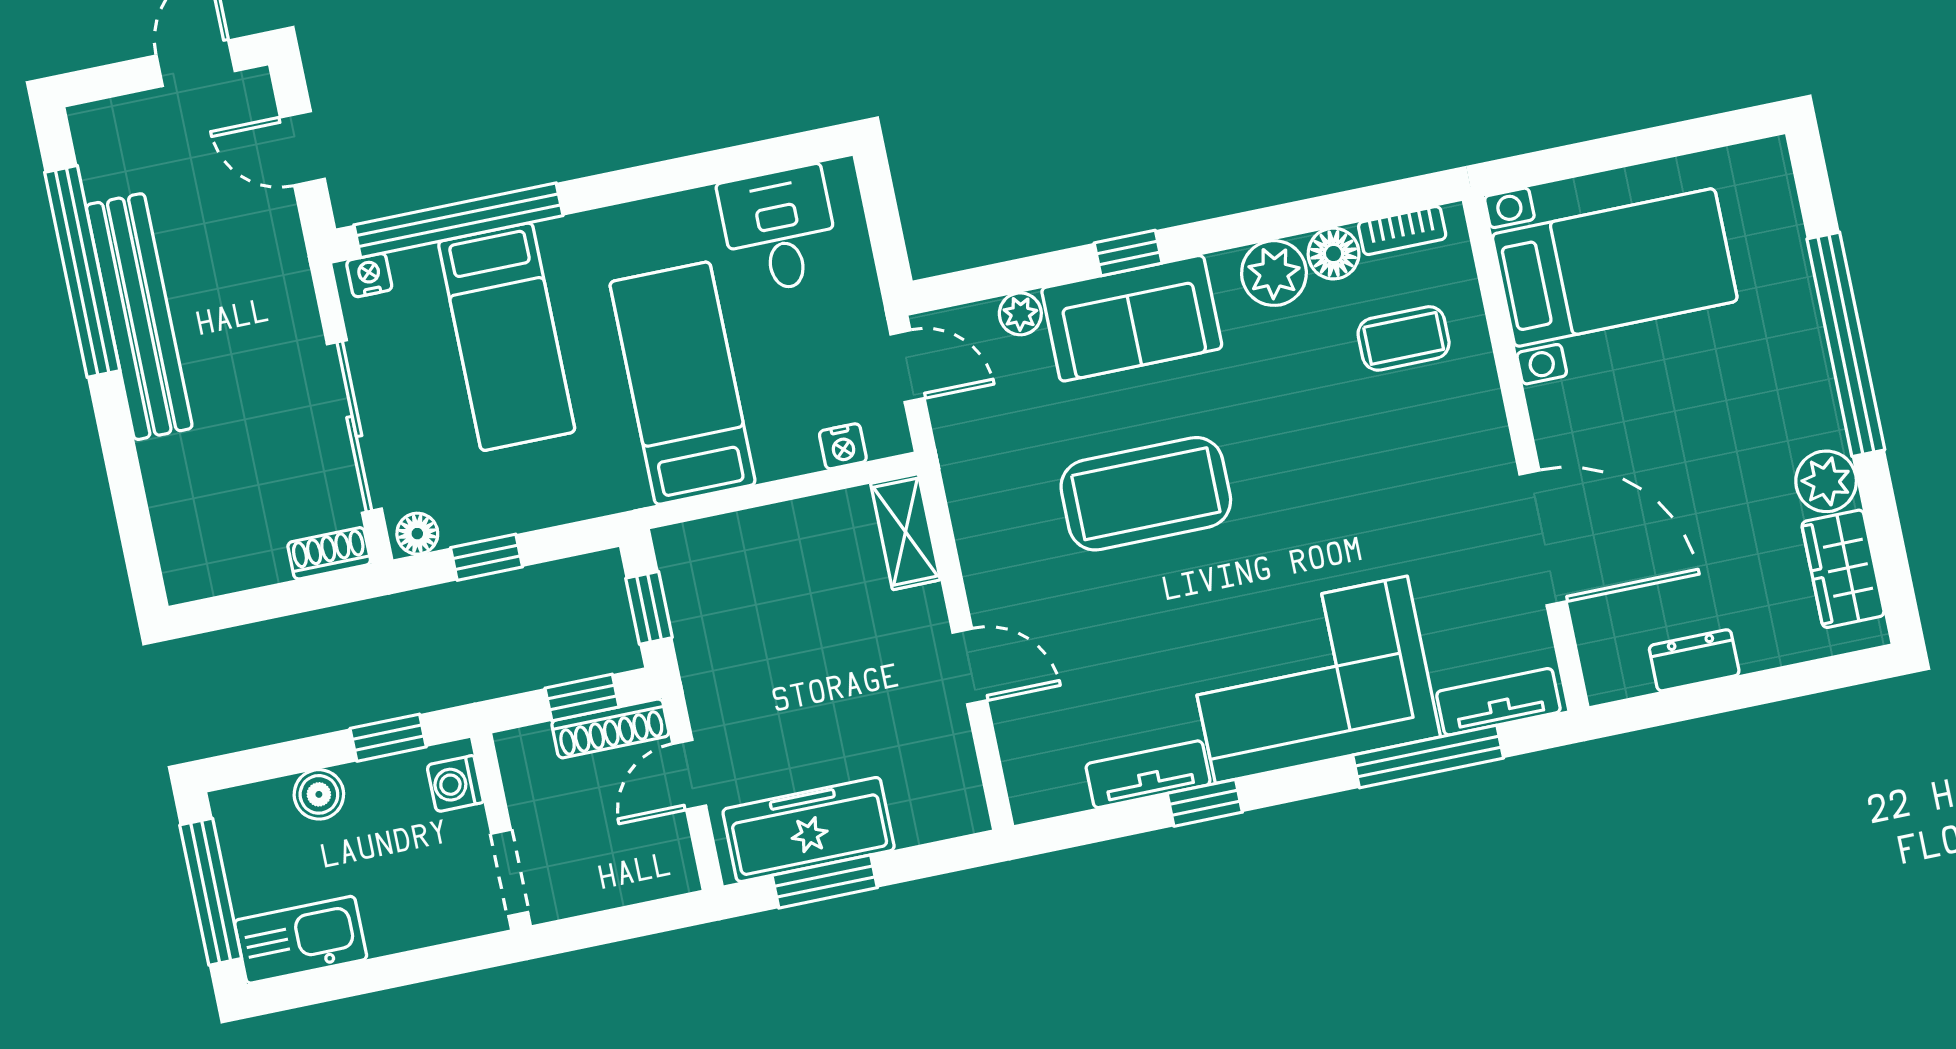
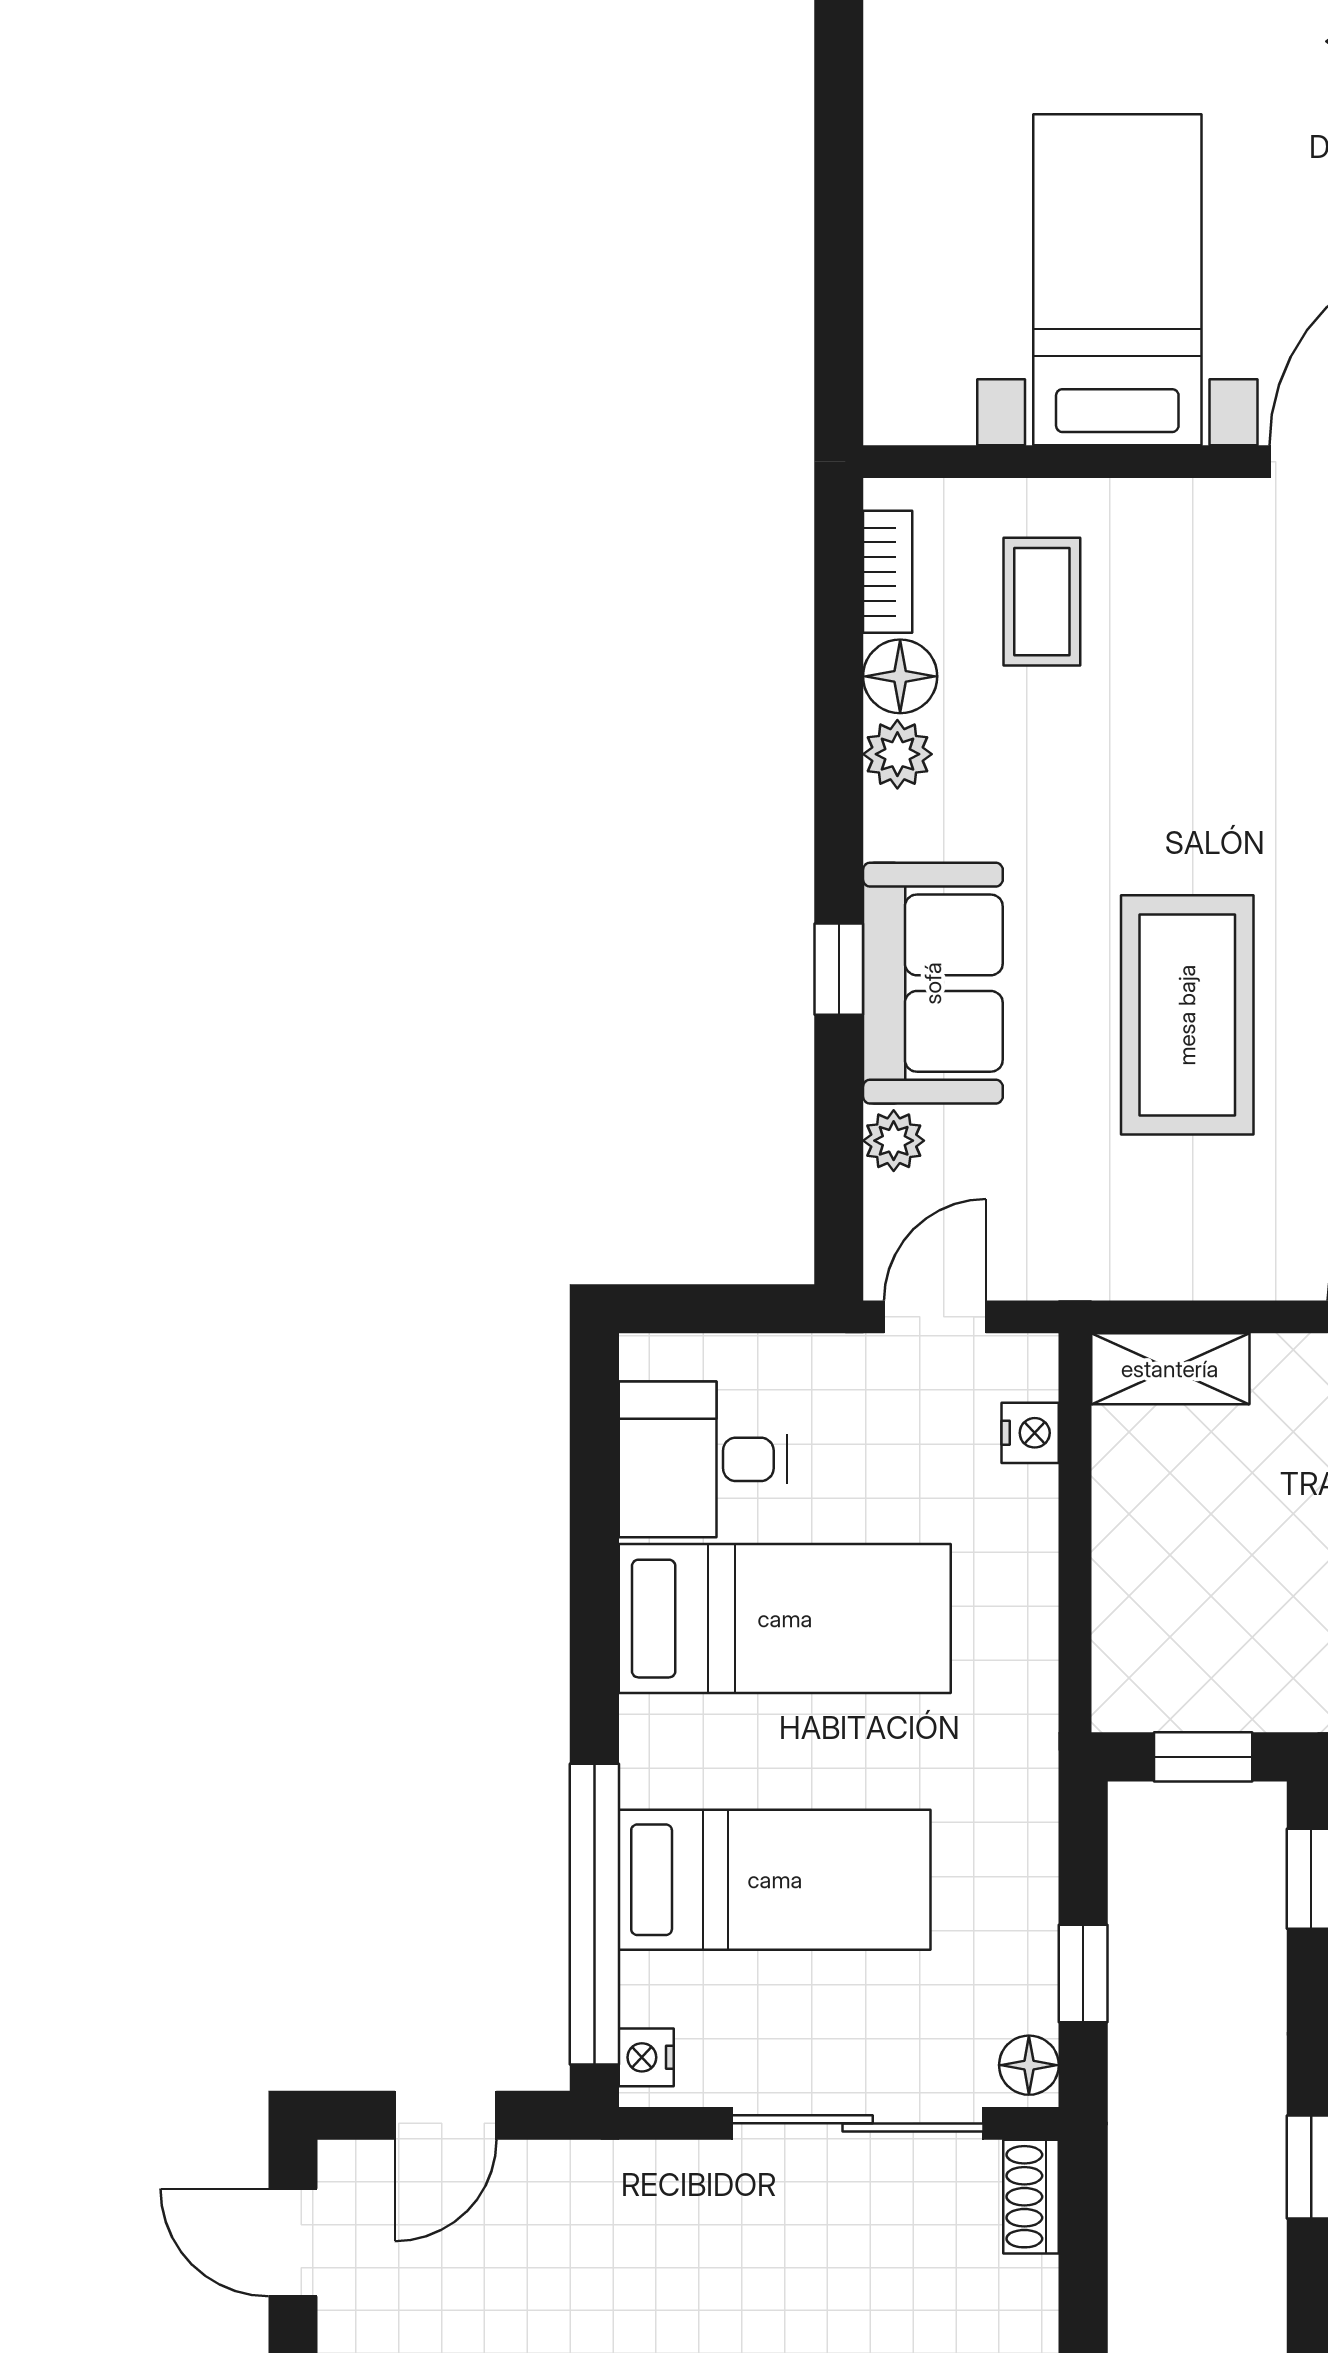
bed with nightstands: (1615, 268) -> (1117, 280), moved
plant: (1274, 273) -> (897, 754), width x0.73, depth x0.73
bed: (683, 383) -> (785, 1619), moved, turned 180

